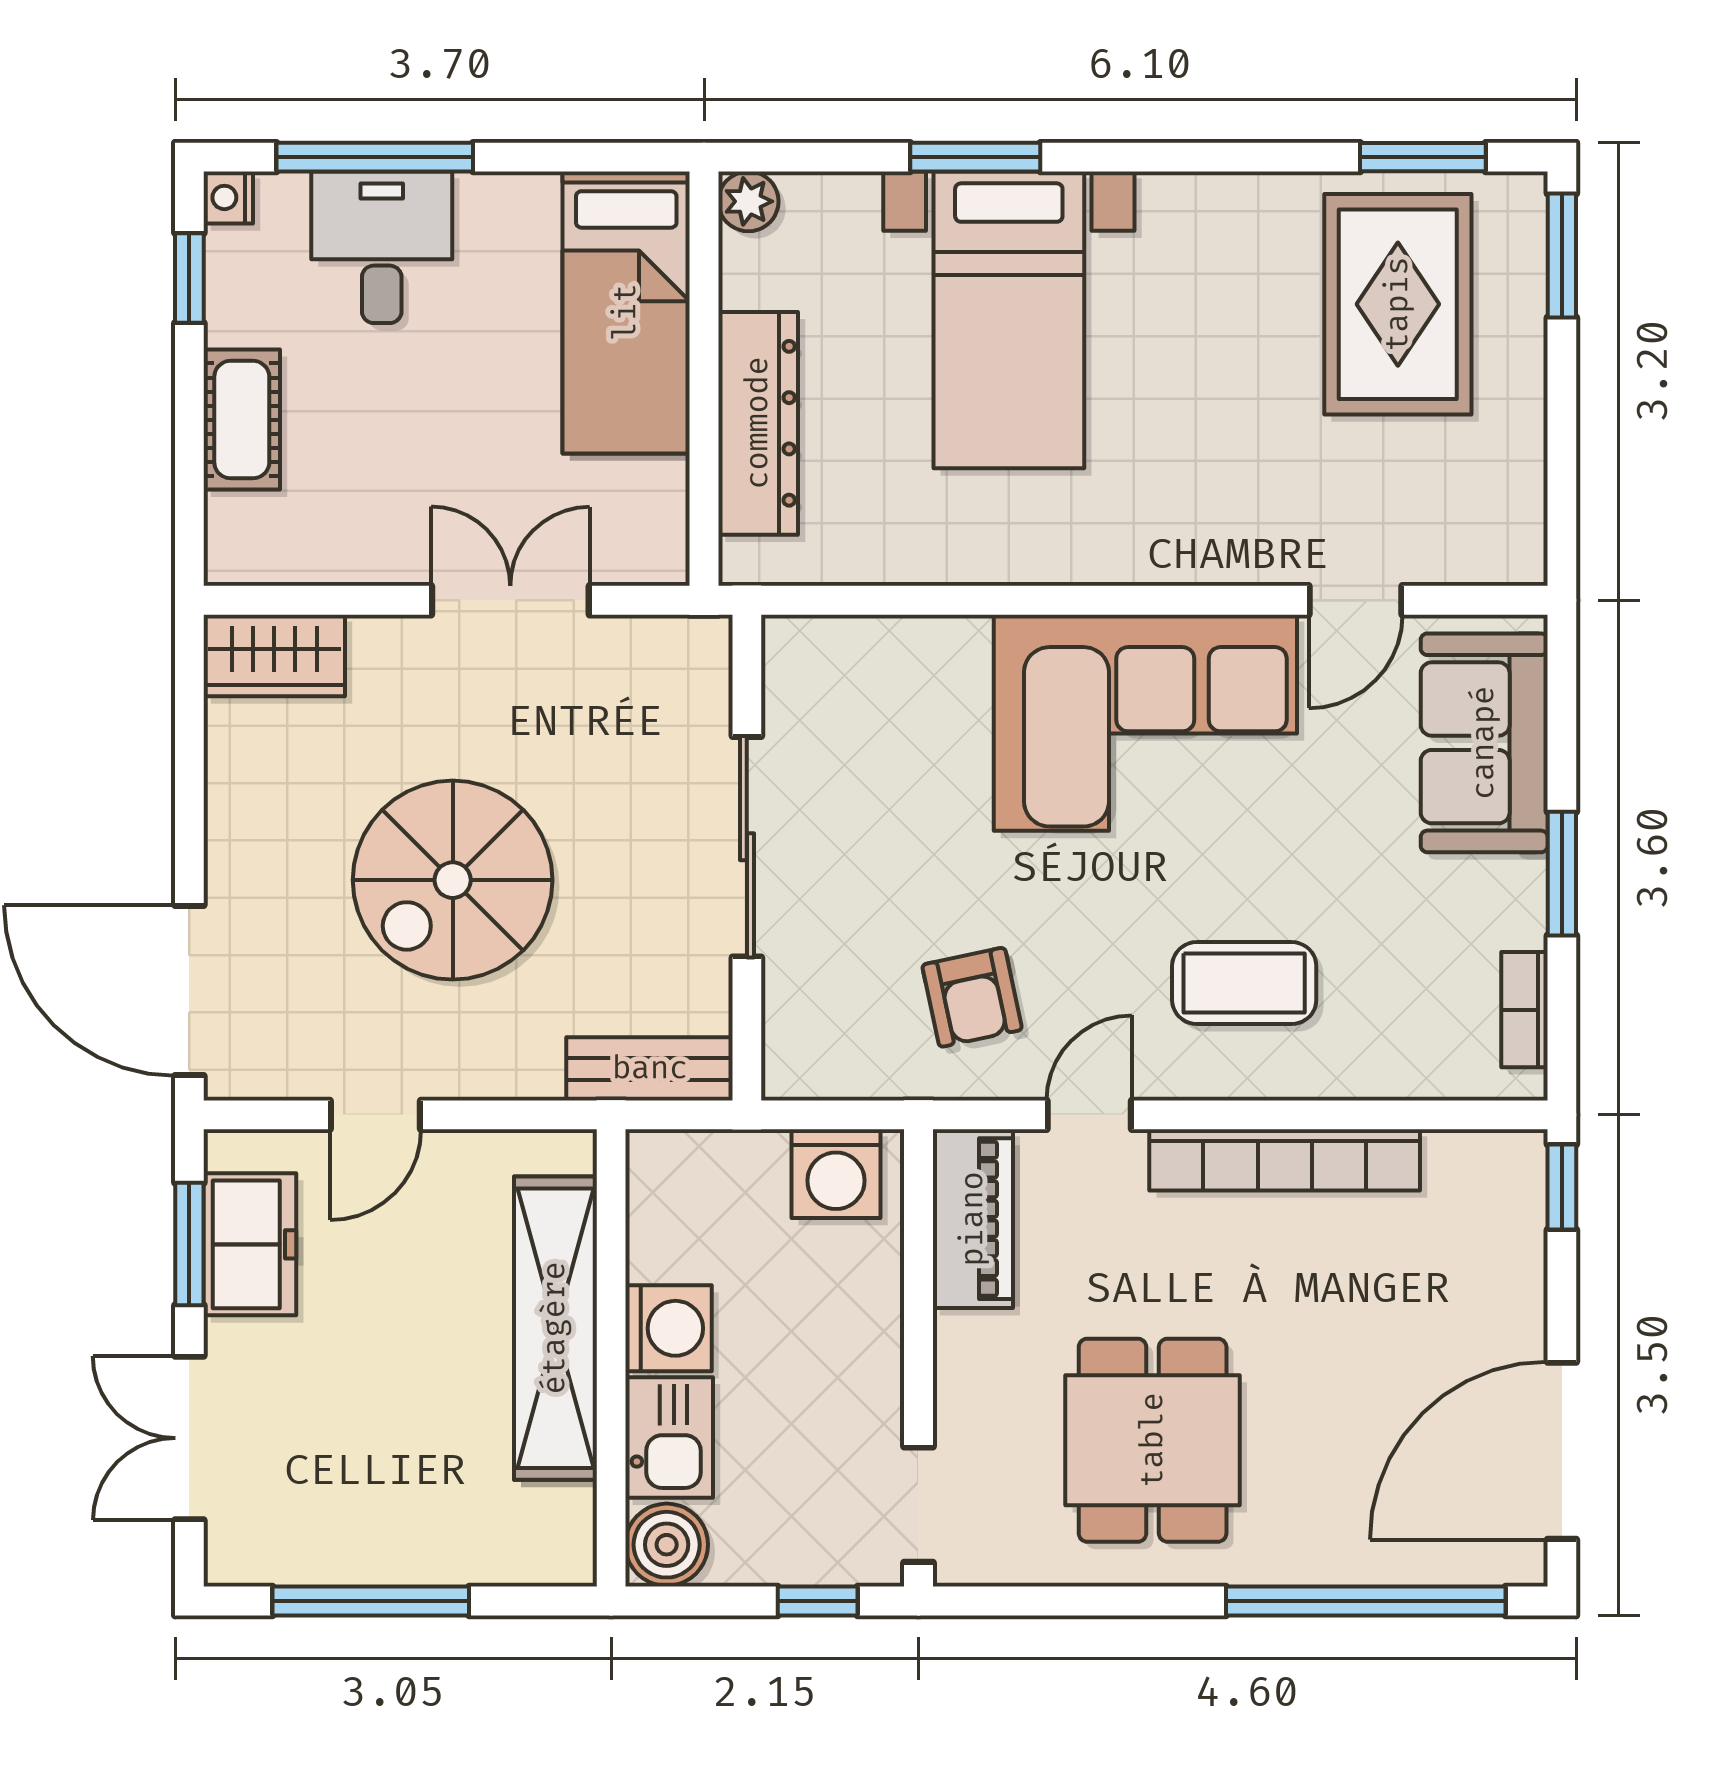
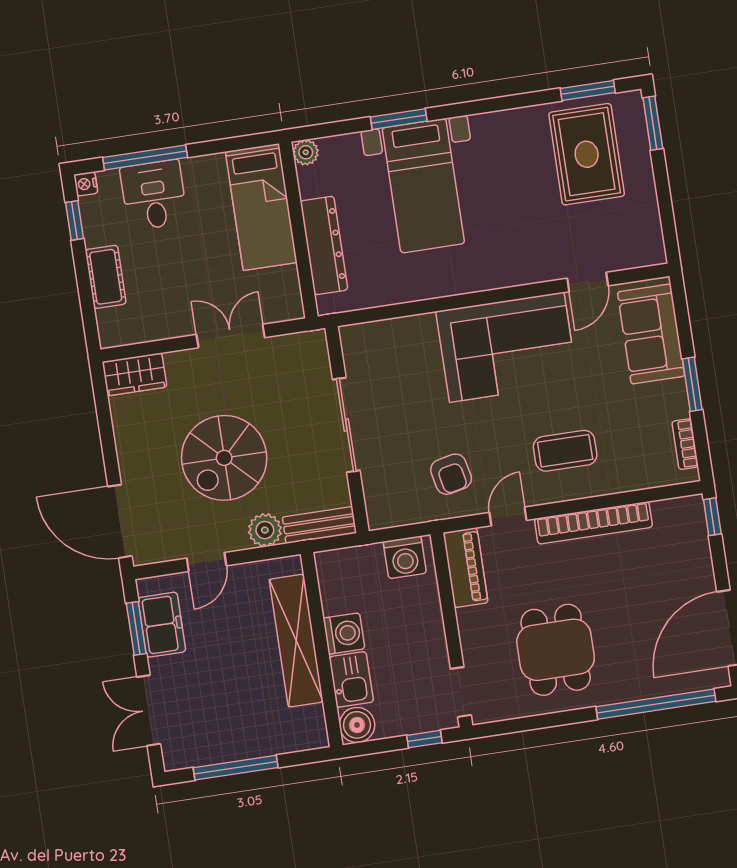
plant: (522, 1061) -> (265, 530), added

